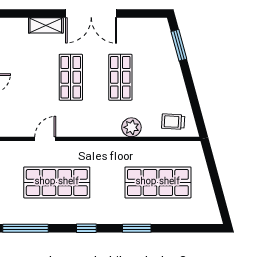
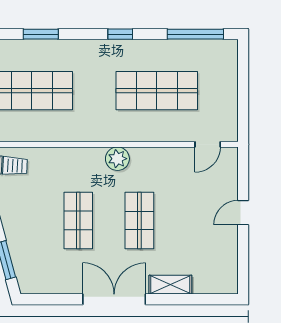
plant: (131, 127) -> (117, 159), moved
door: (45, 139) -> (208, 144), moved
window: (137, 228) -> (41, 34), moved

